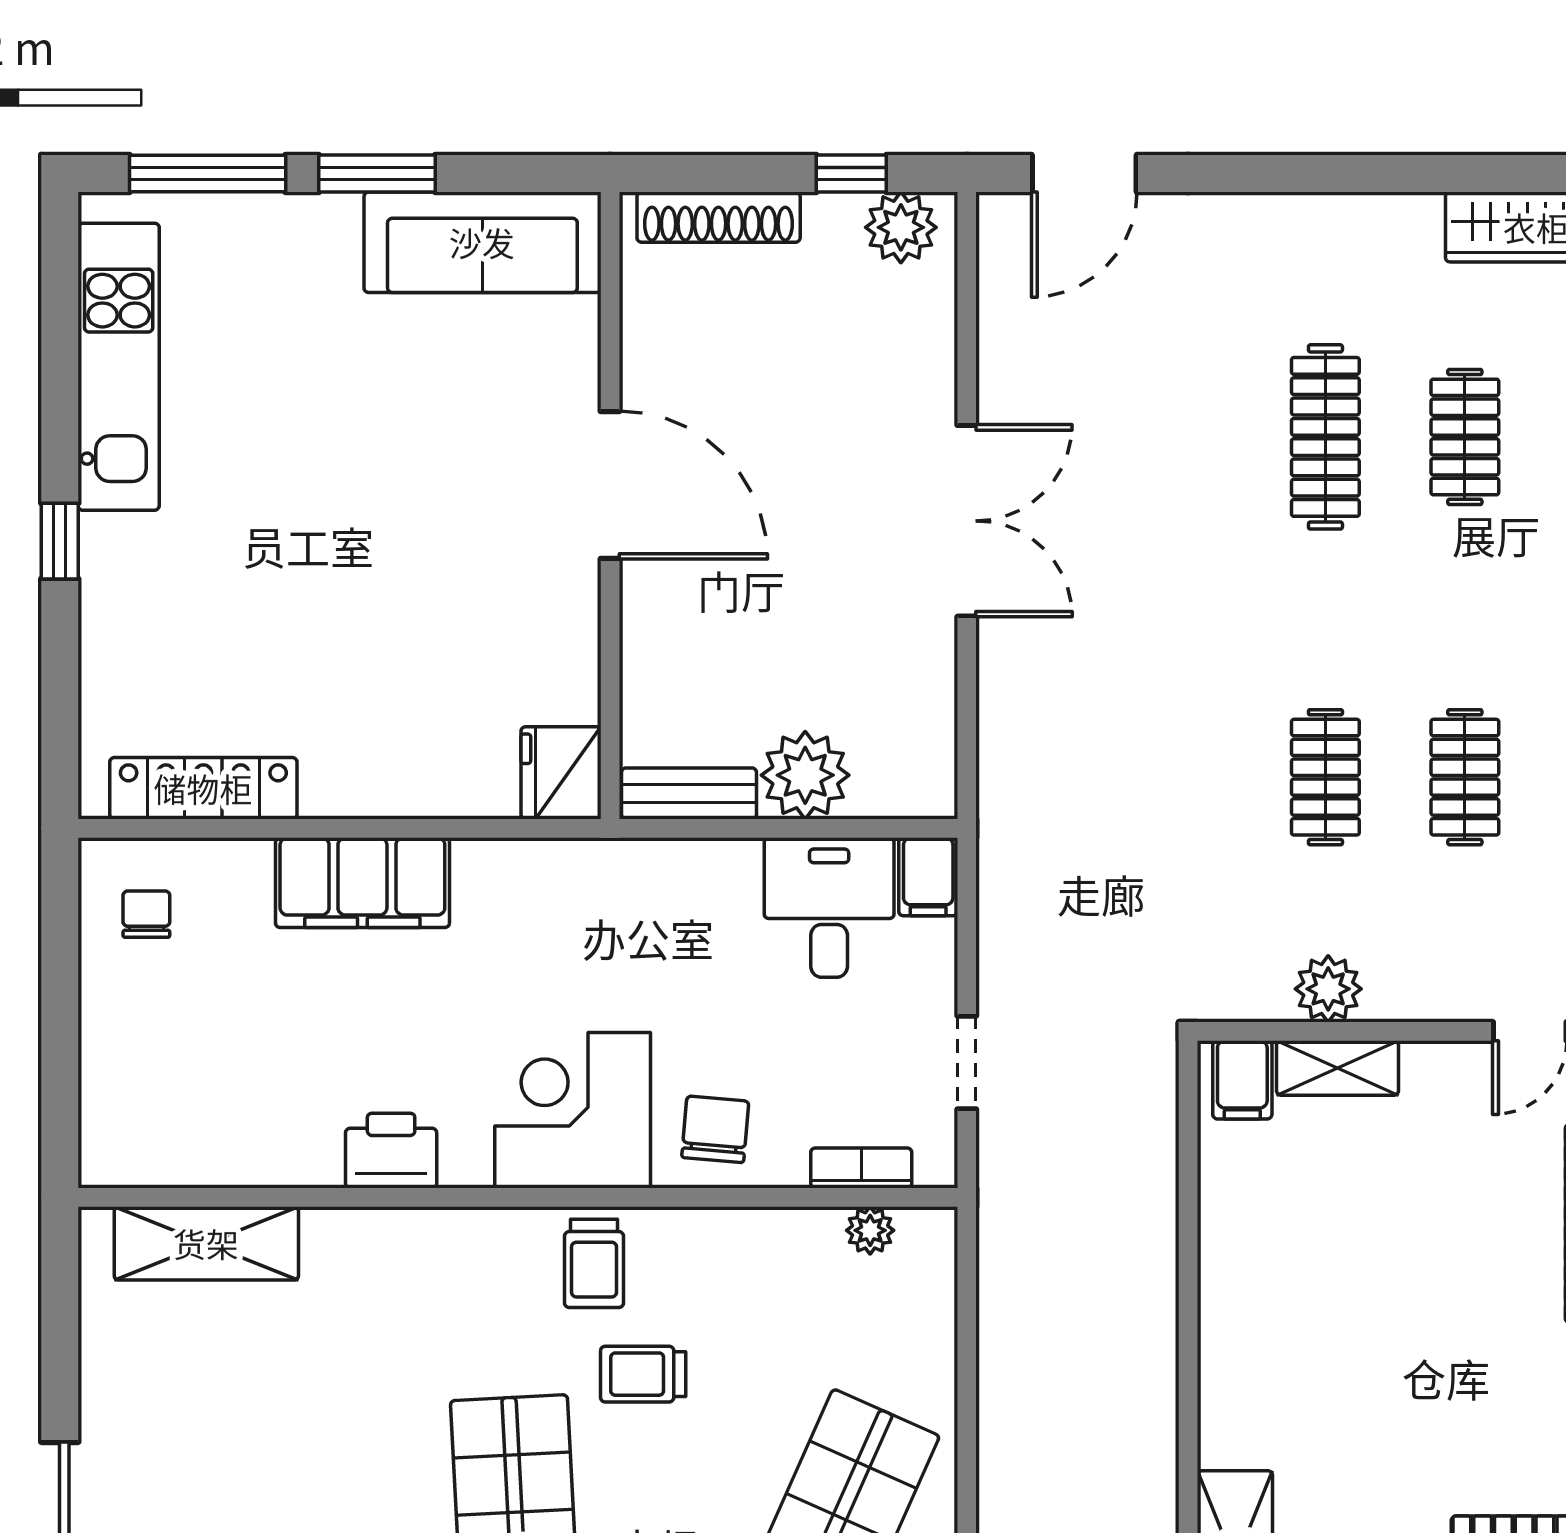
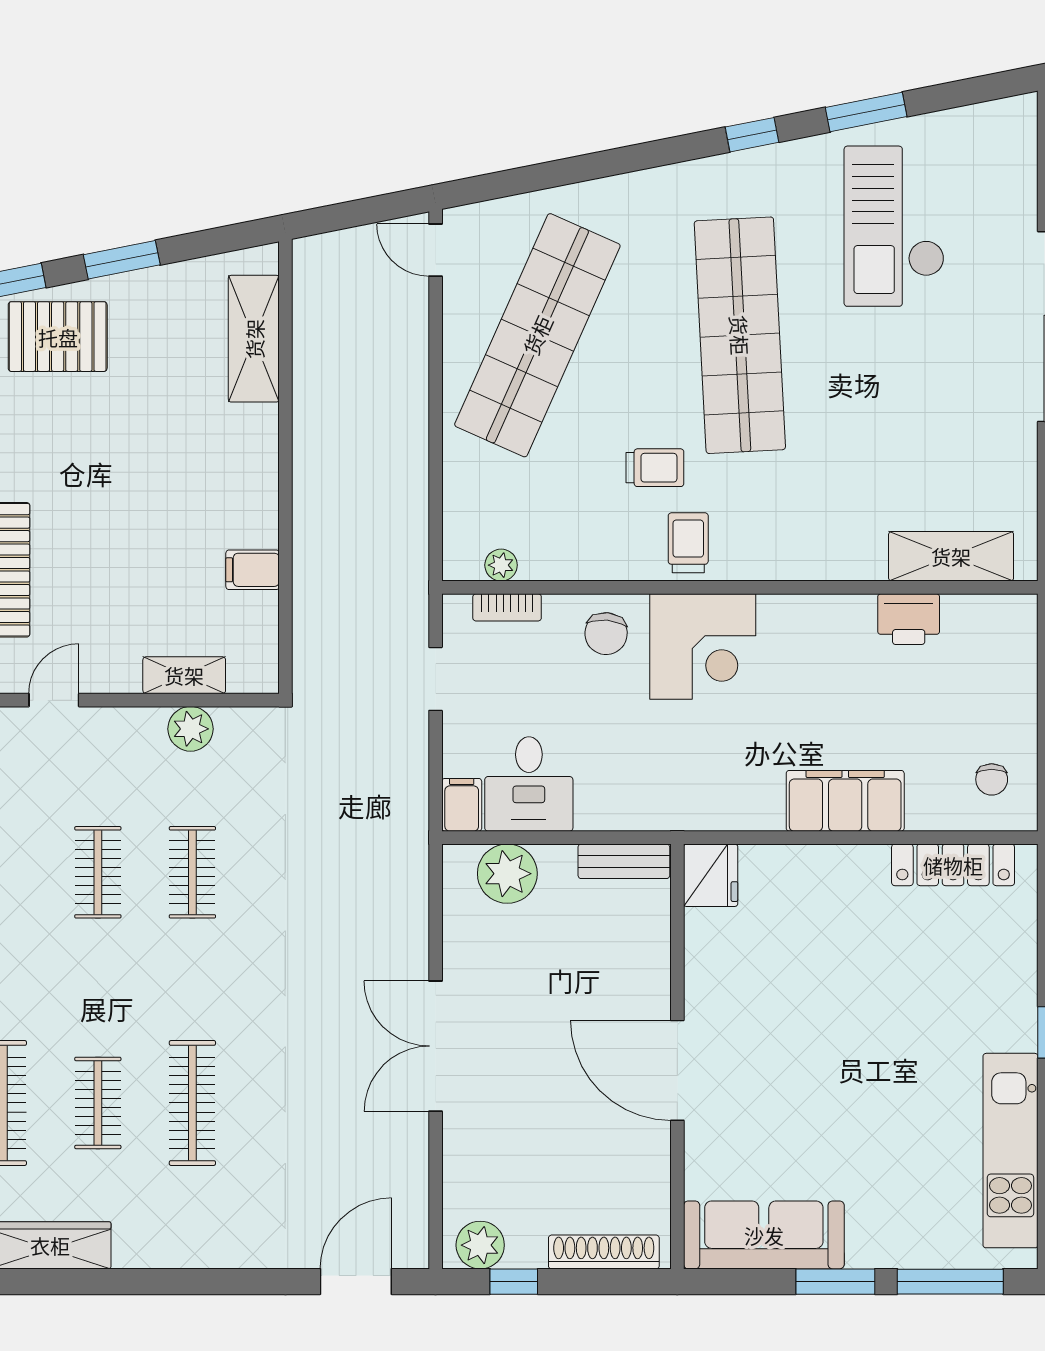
plant: (805, 775) -> (507, 874), moved
filing cabinet: (1242, 1080) -> (253, 570), moved, turned -90
printer: (391, 1151) -> (909, 619), moved

